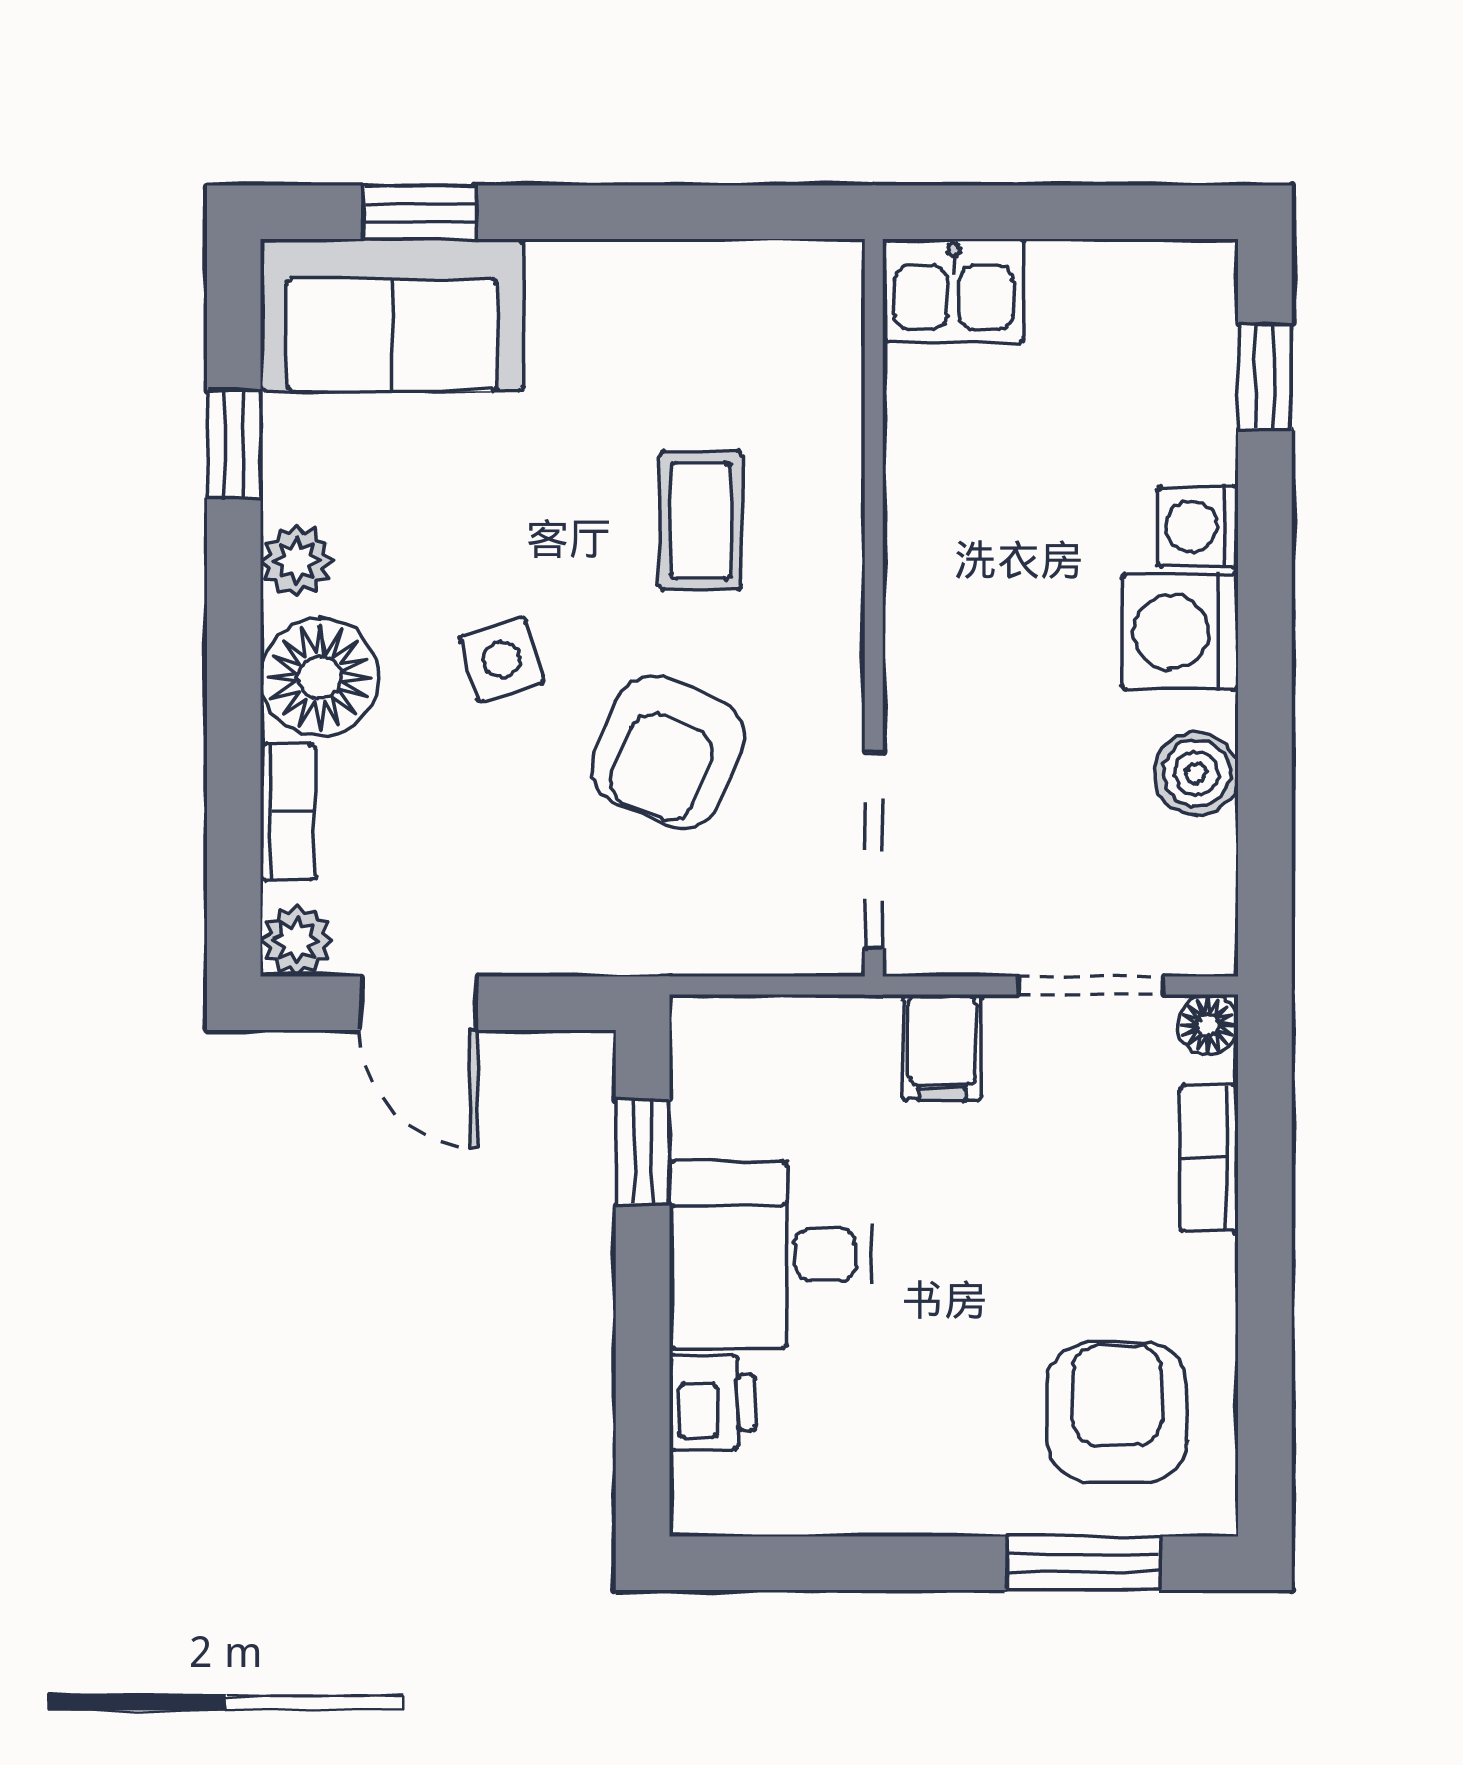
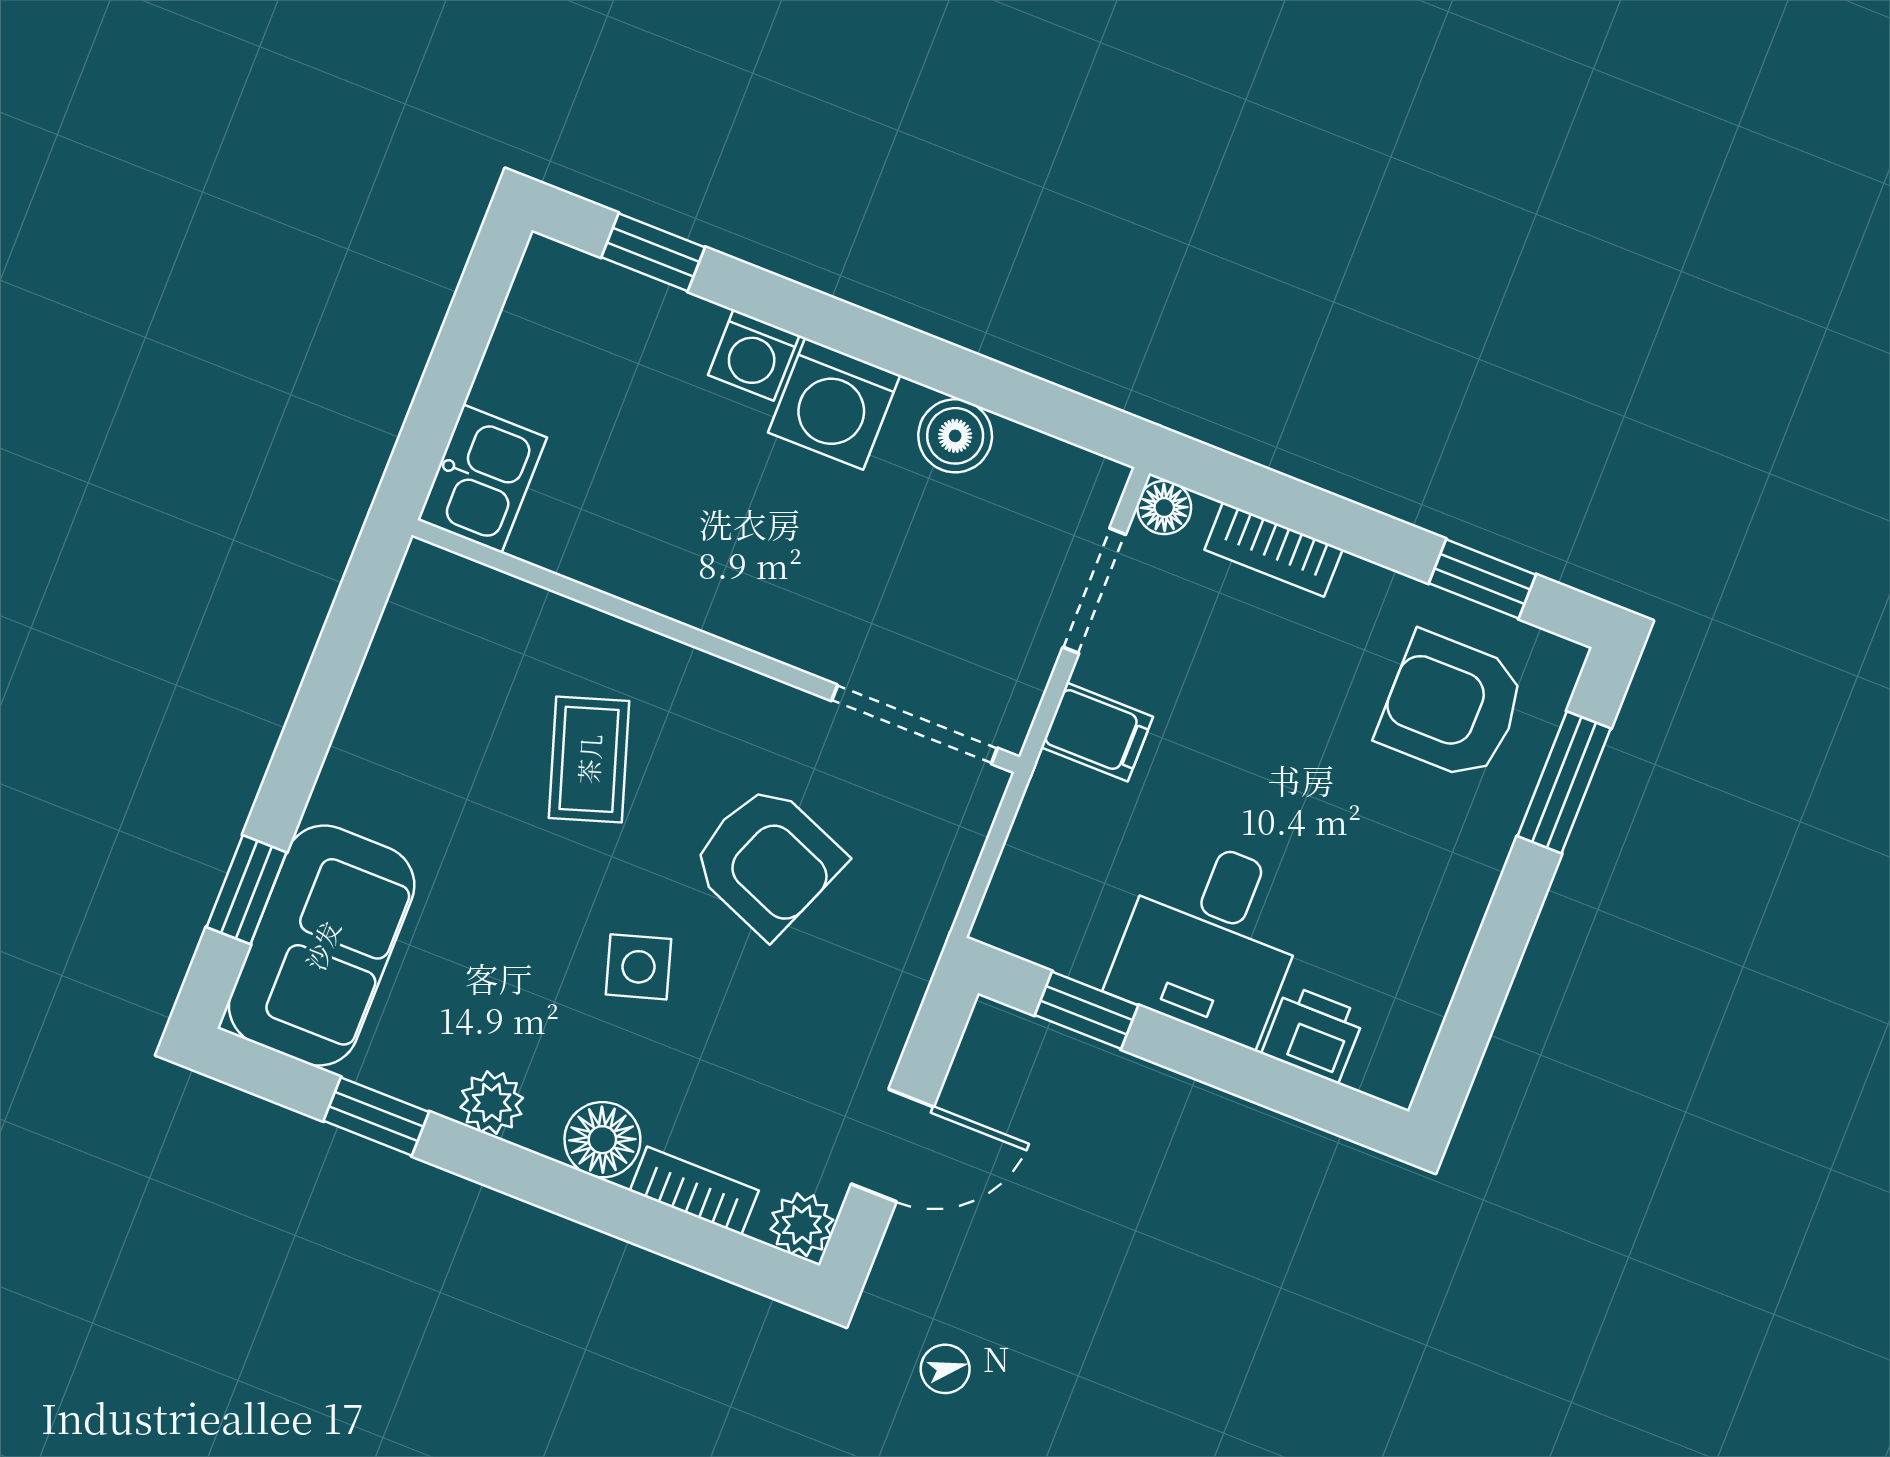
coffee table: (701, 521) -> (589, 759), turned 72
floor lamp: (320, 677) -> (602, 1140), width x0.73, depth x0.73
window: (1265, 1392) -> (1482, 579), added

